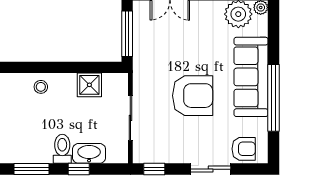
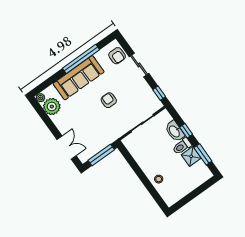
shower: (89, 85) -> (191, 156), moved
armchair: (193, 96) -> (109, 100), width x0.53, depth x0.53
armchair: (244, 149) -> (117, 56), turned 180

